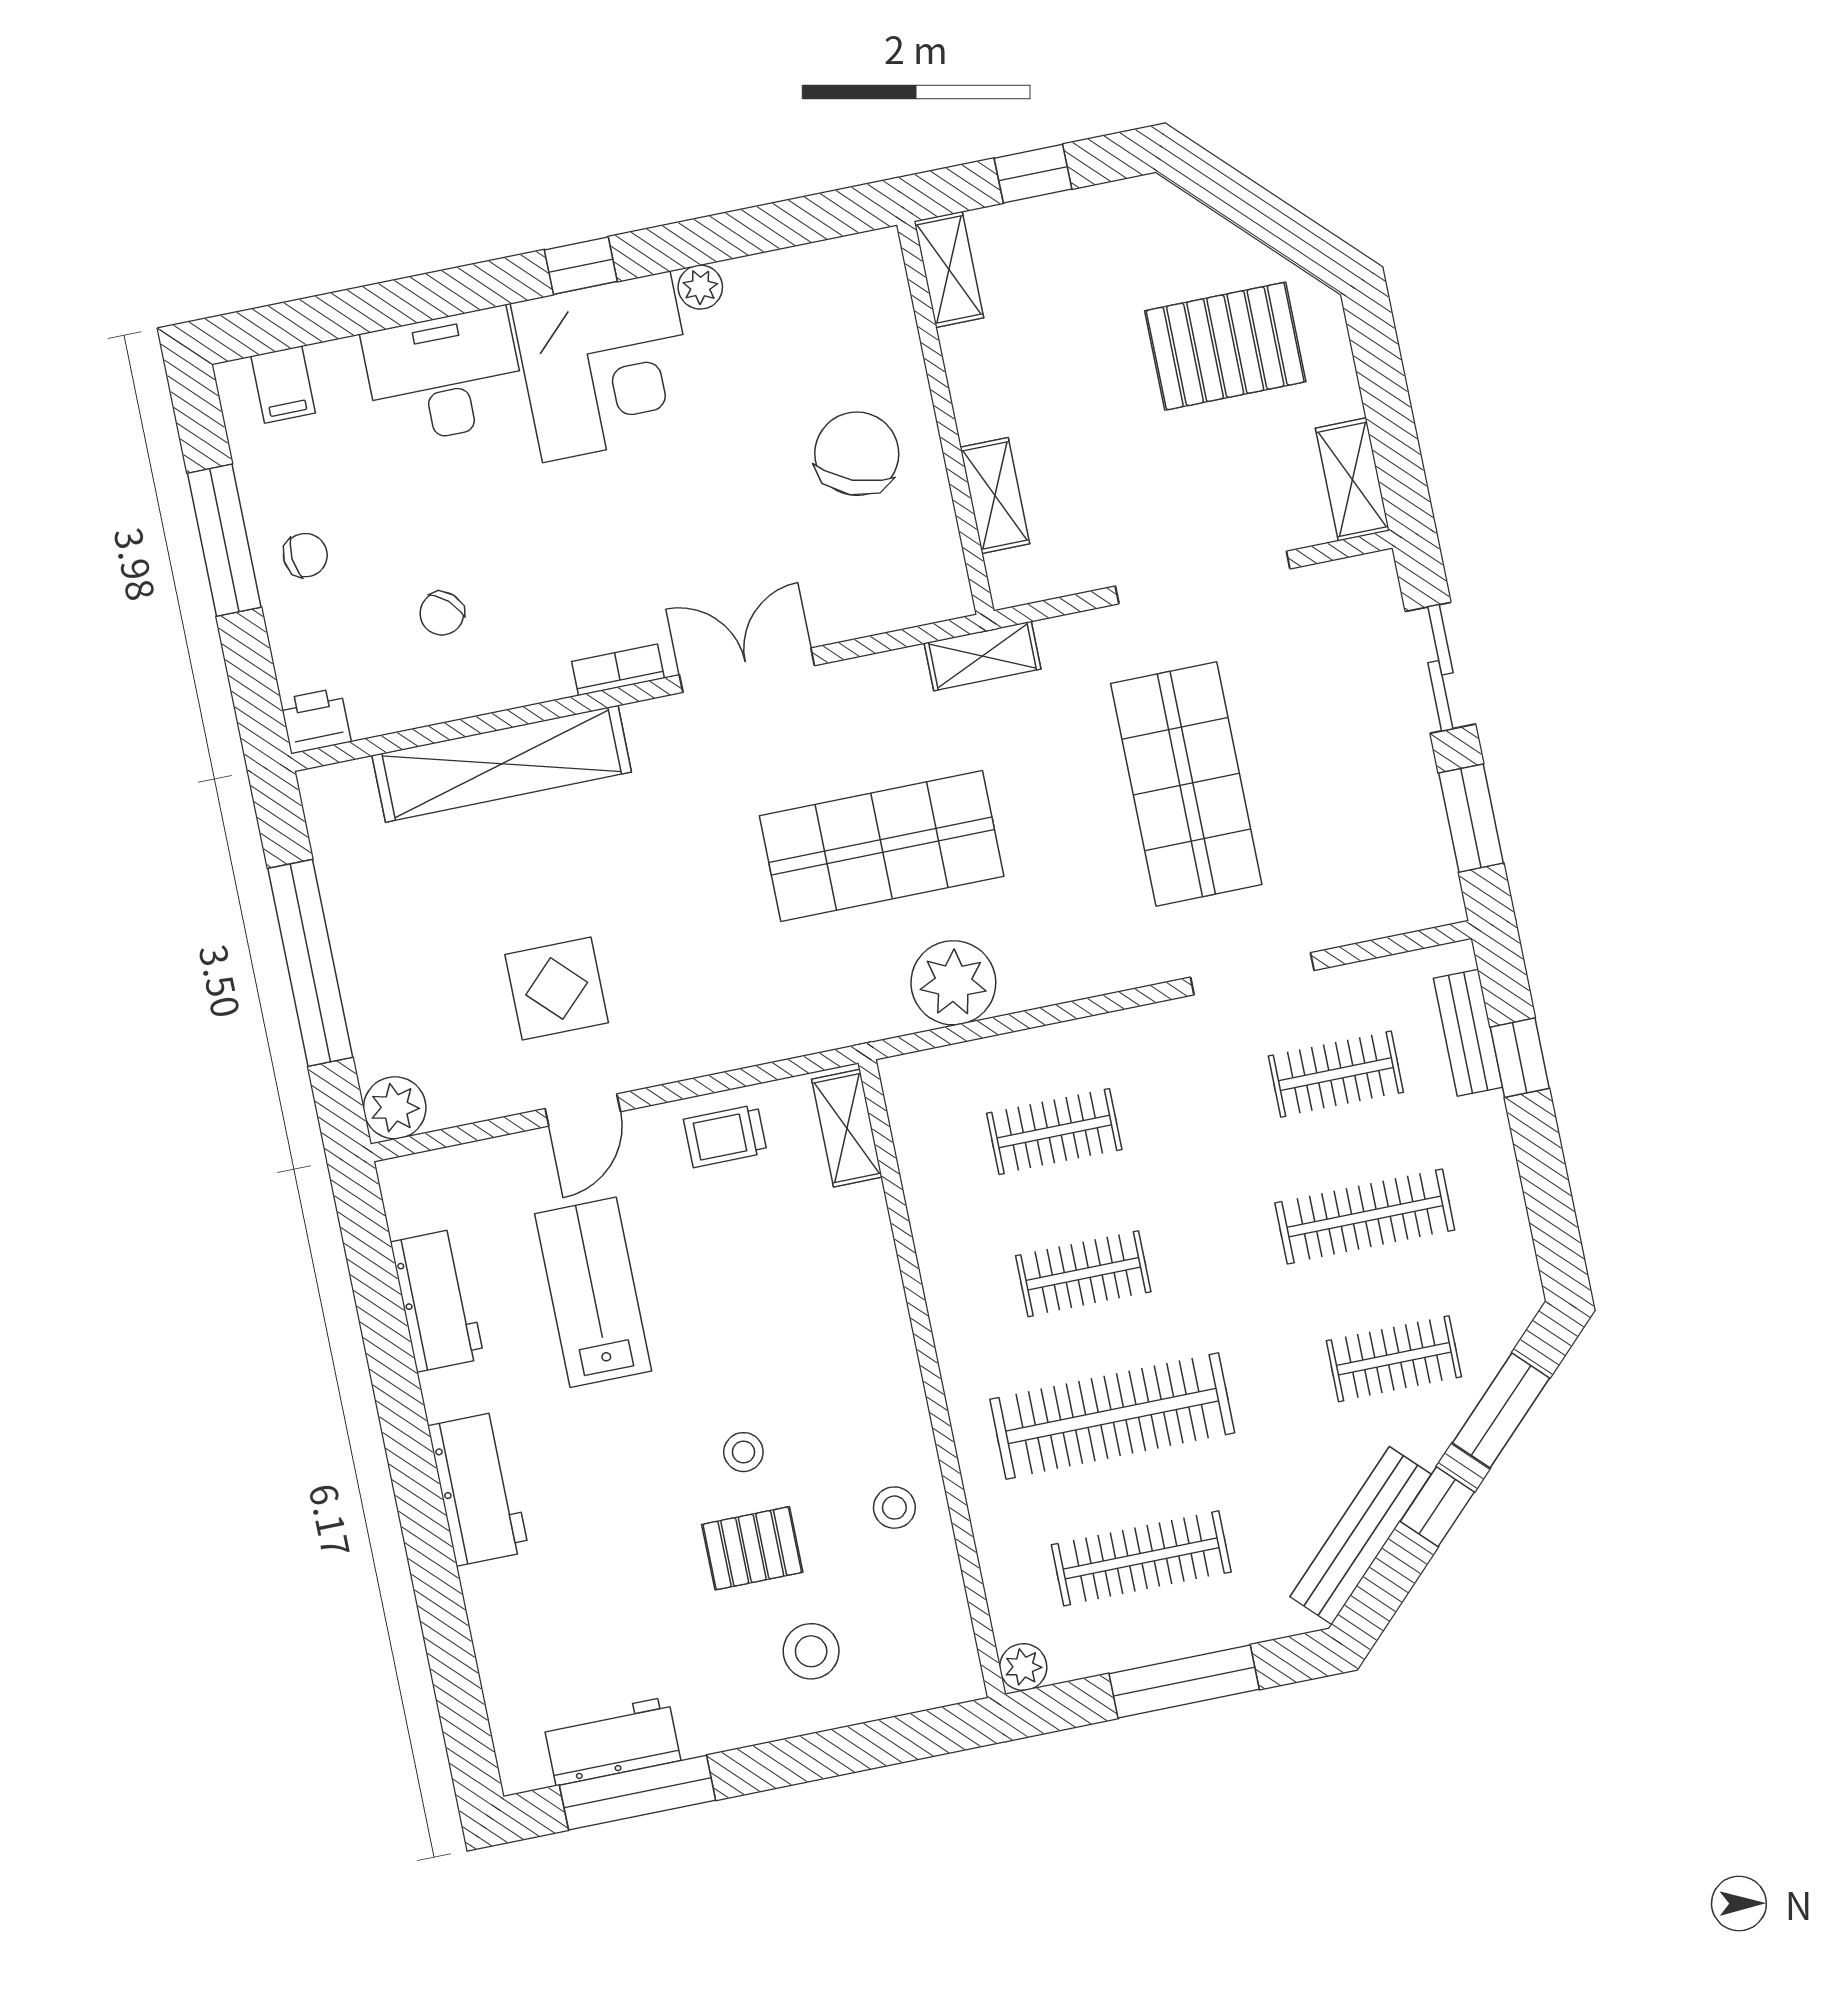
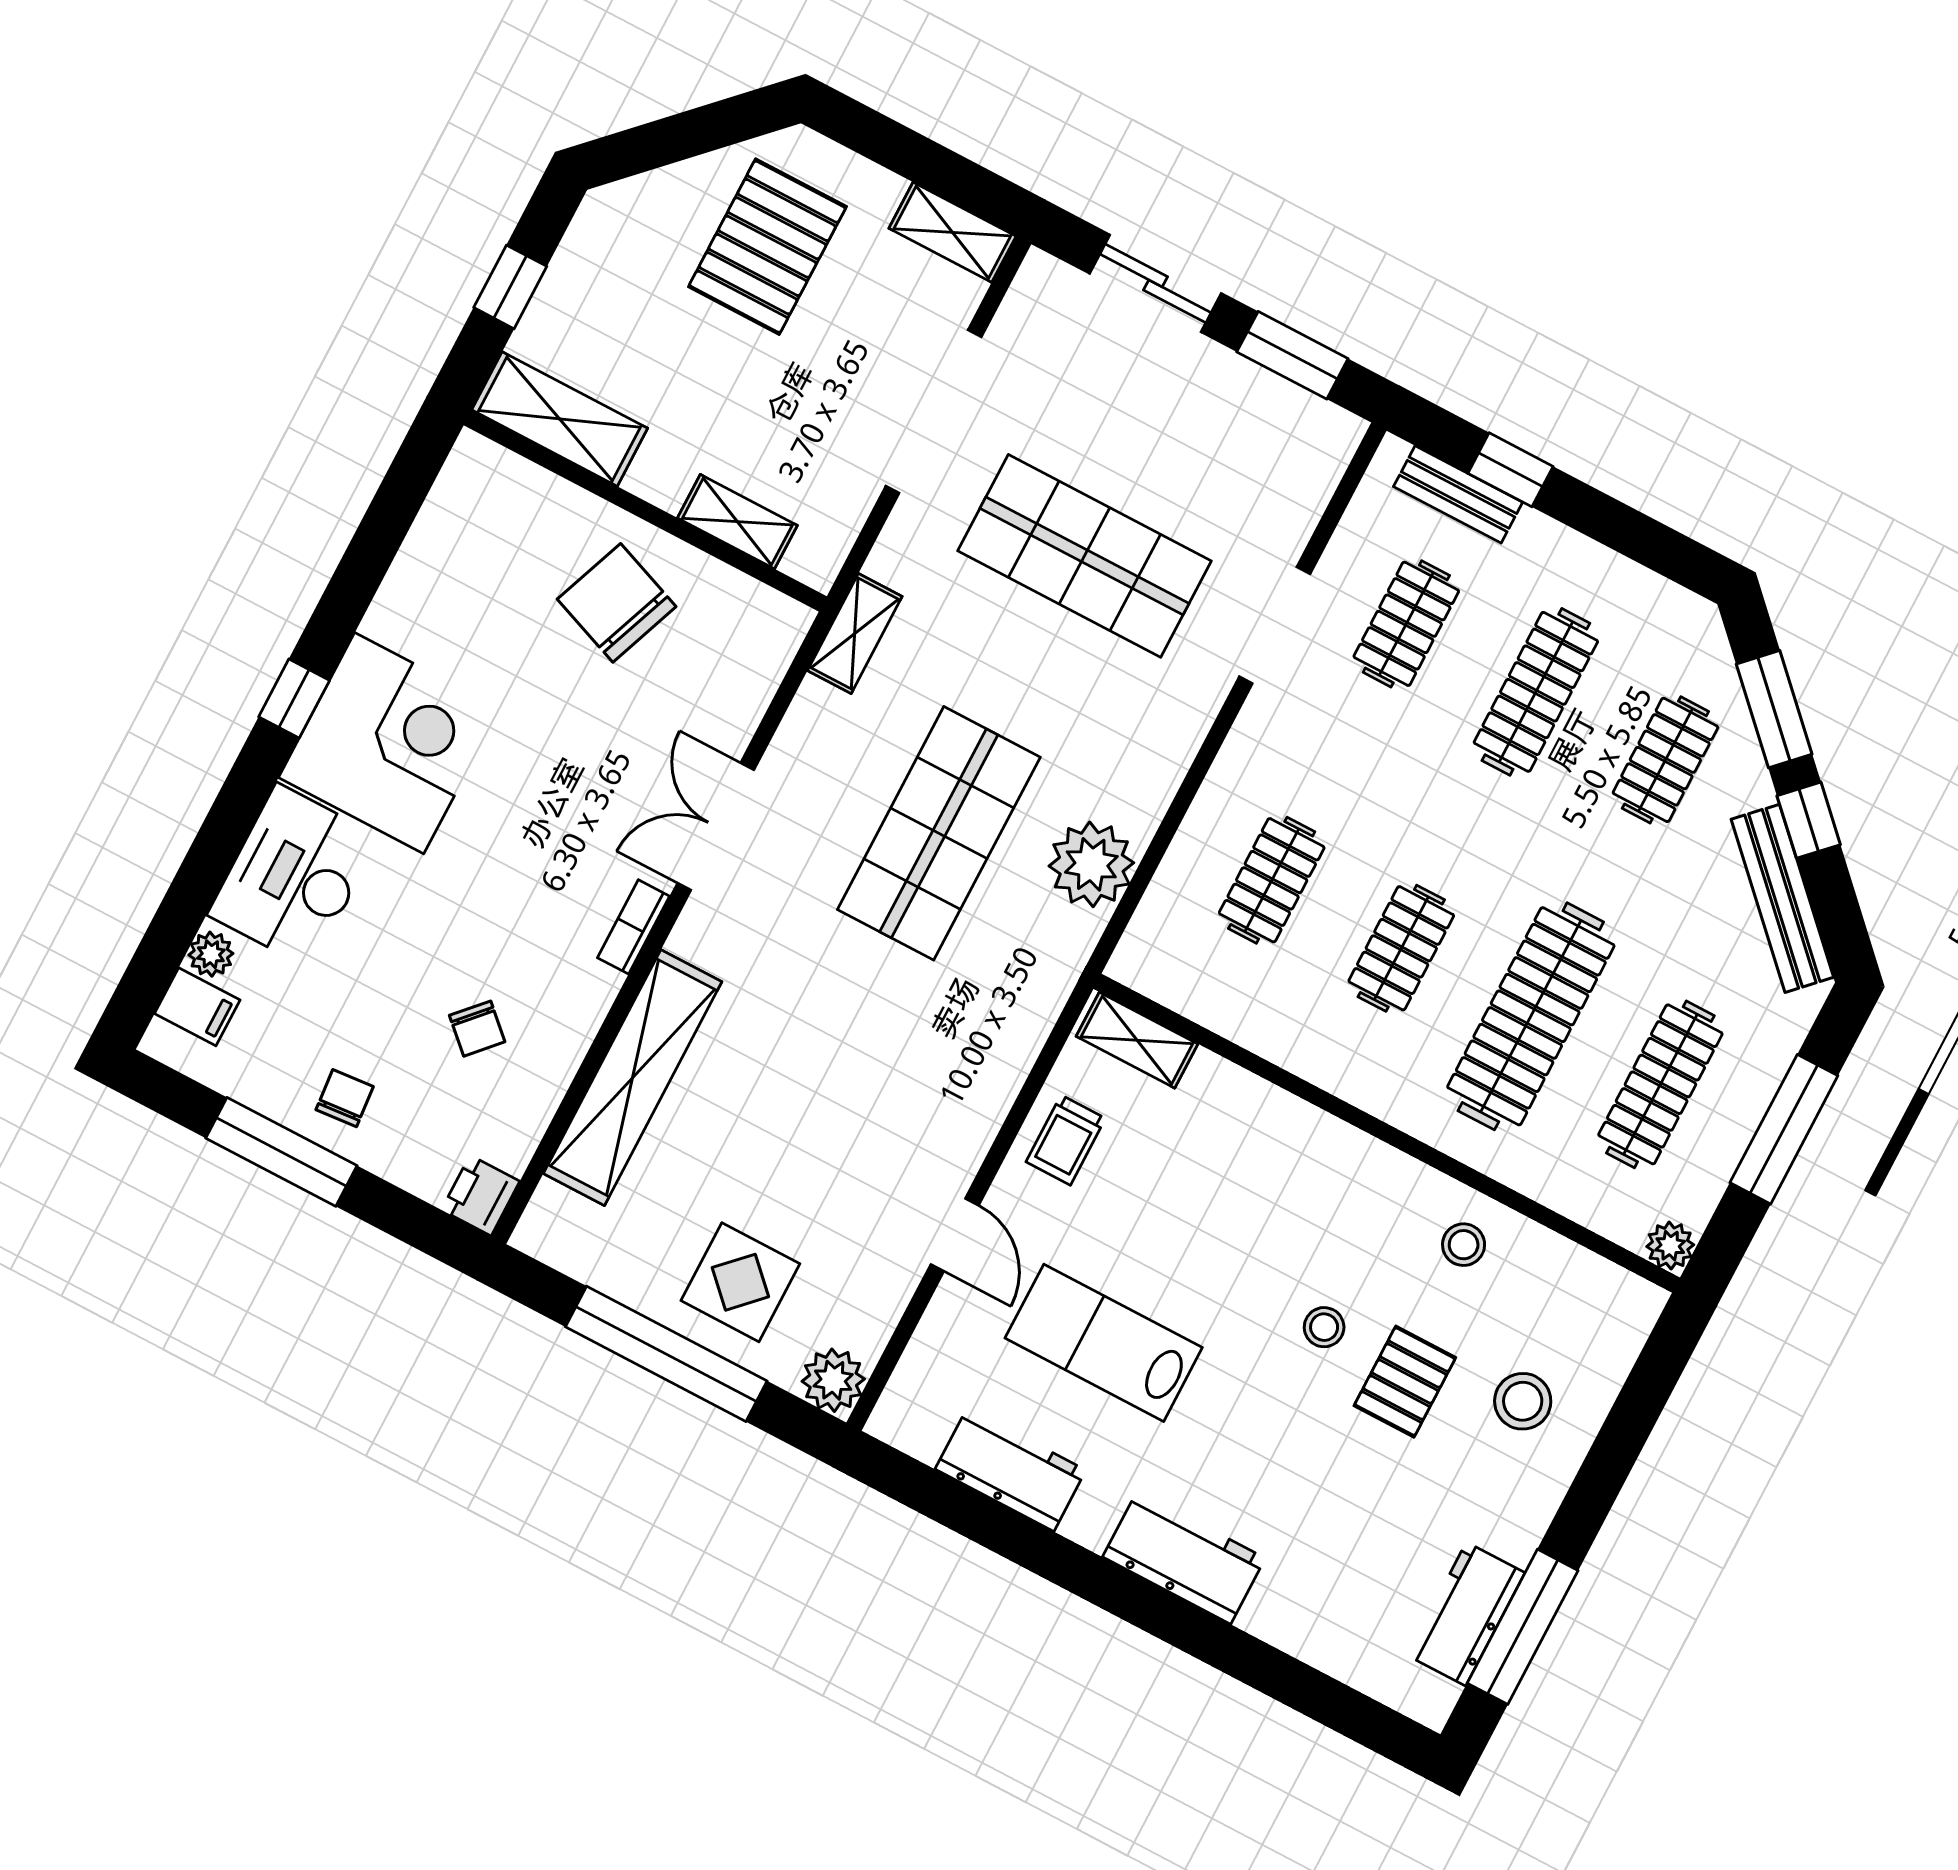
shelving: (949, 269) -> (560, 419), width x1.50, depth x1.33
plant: (700, 287) -> (211, 954), moved
display table: (557, 989) -> (740, 1282), moved

